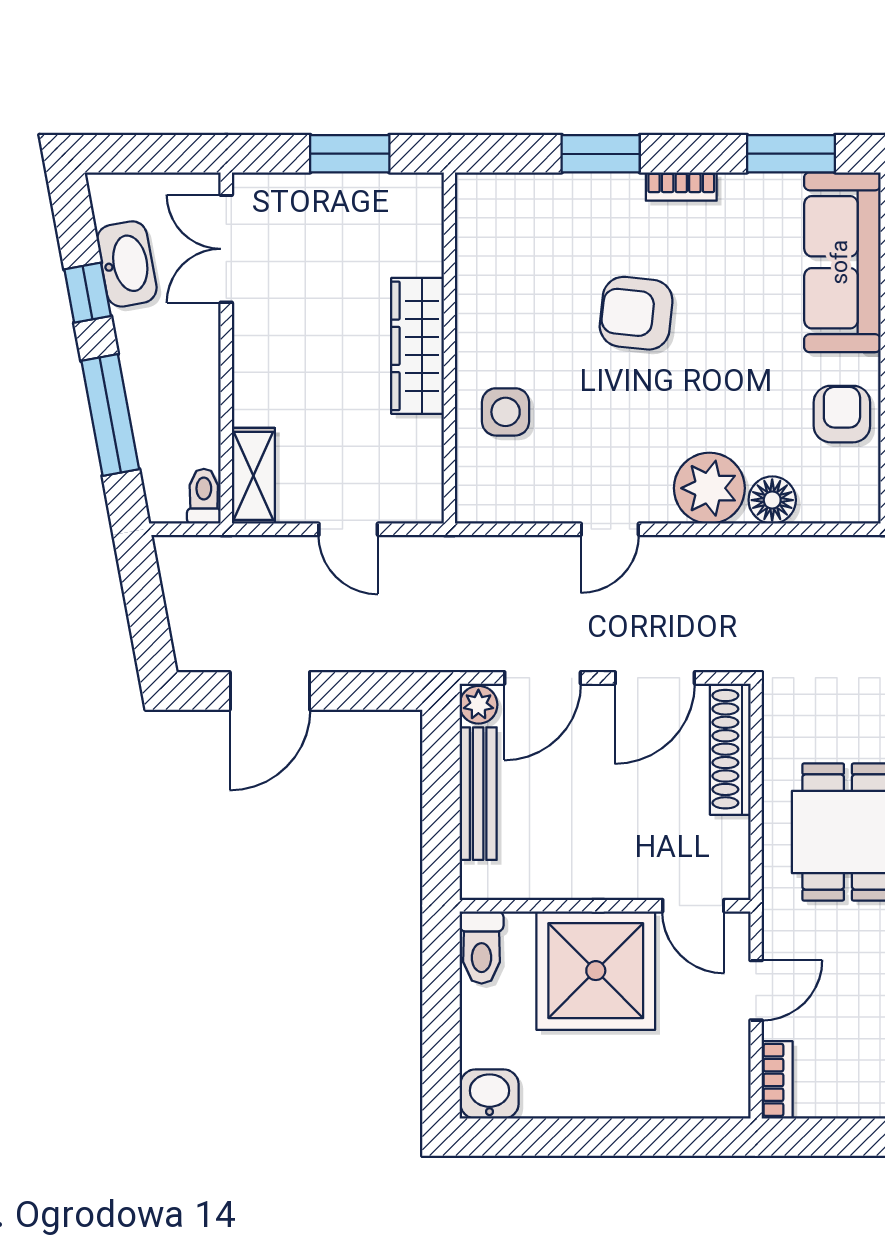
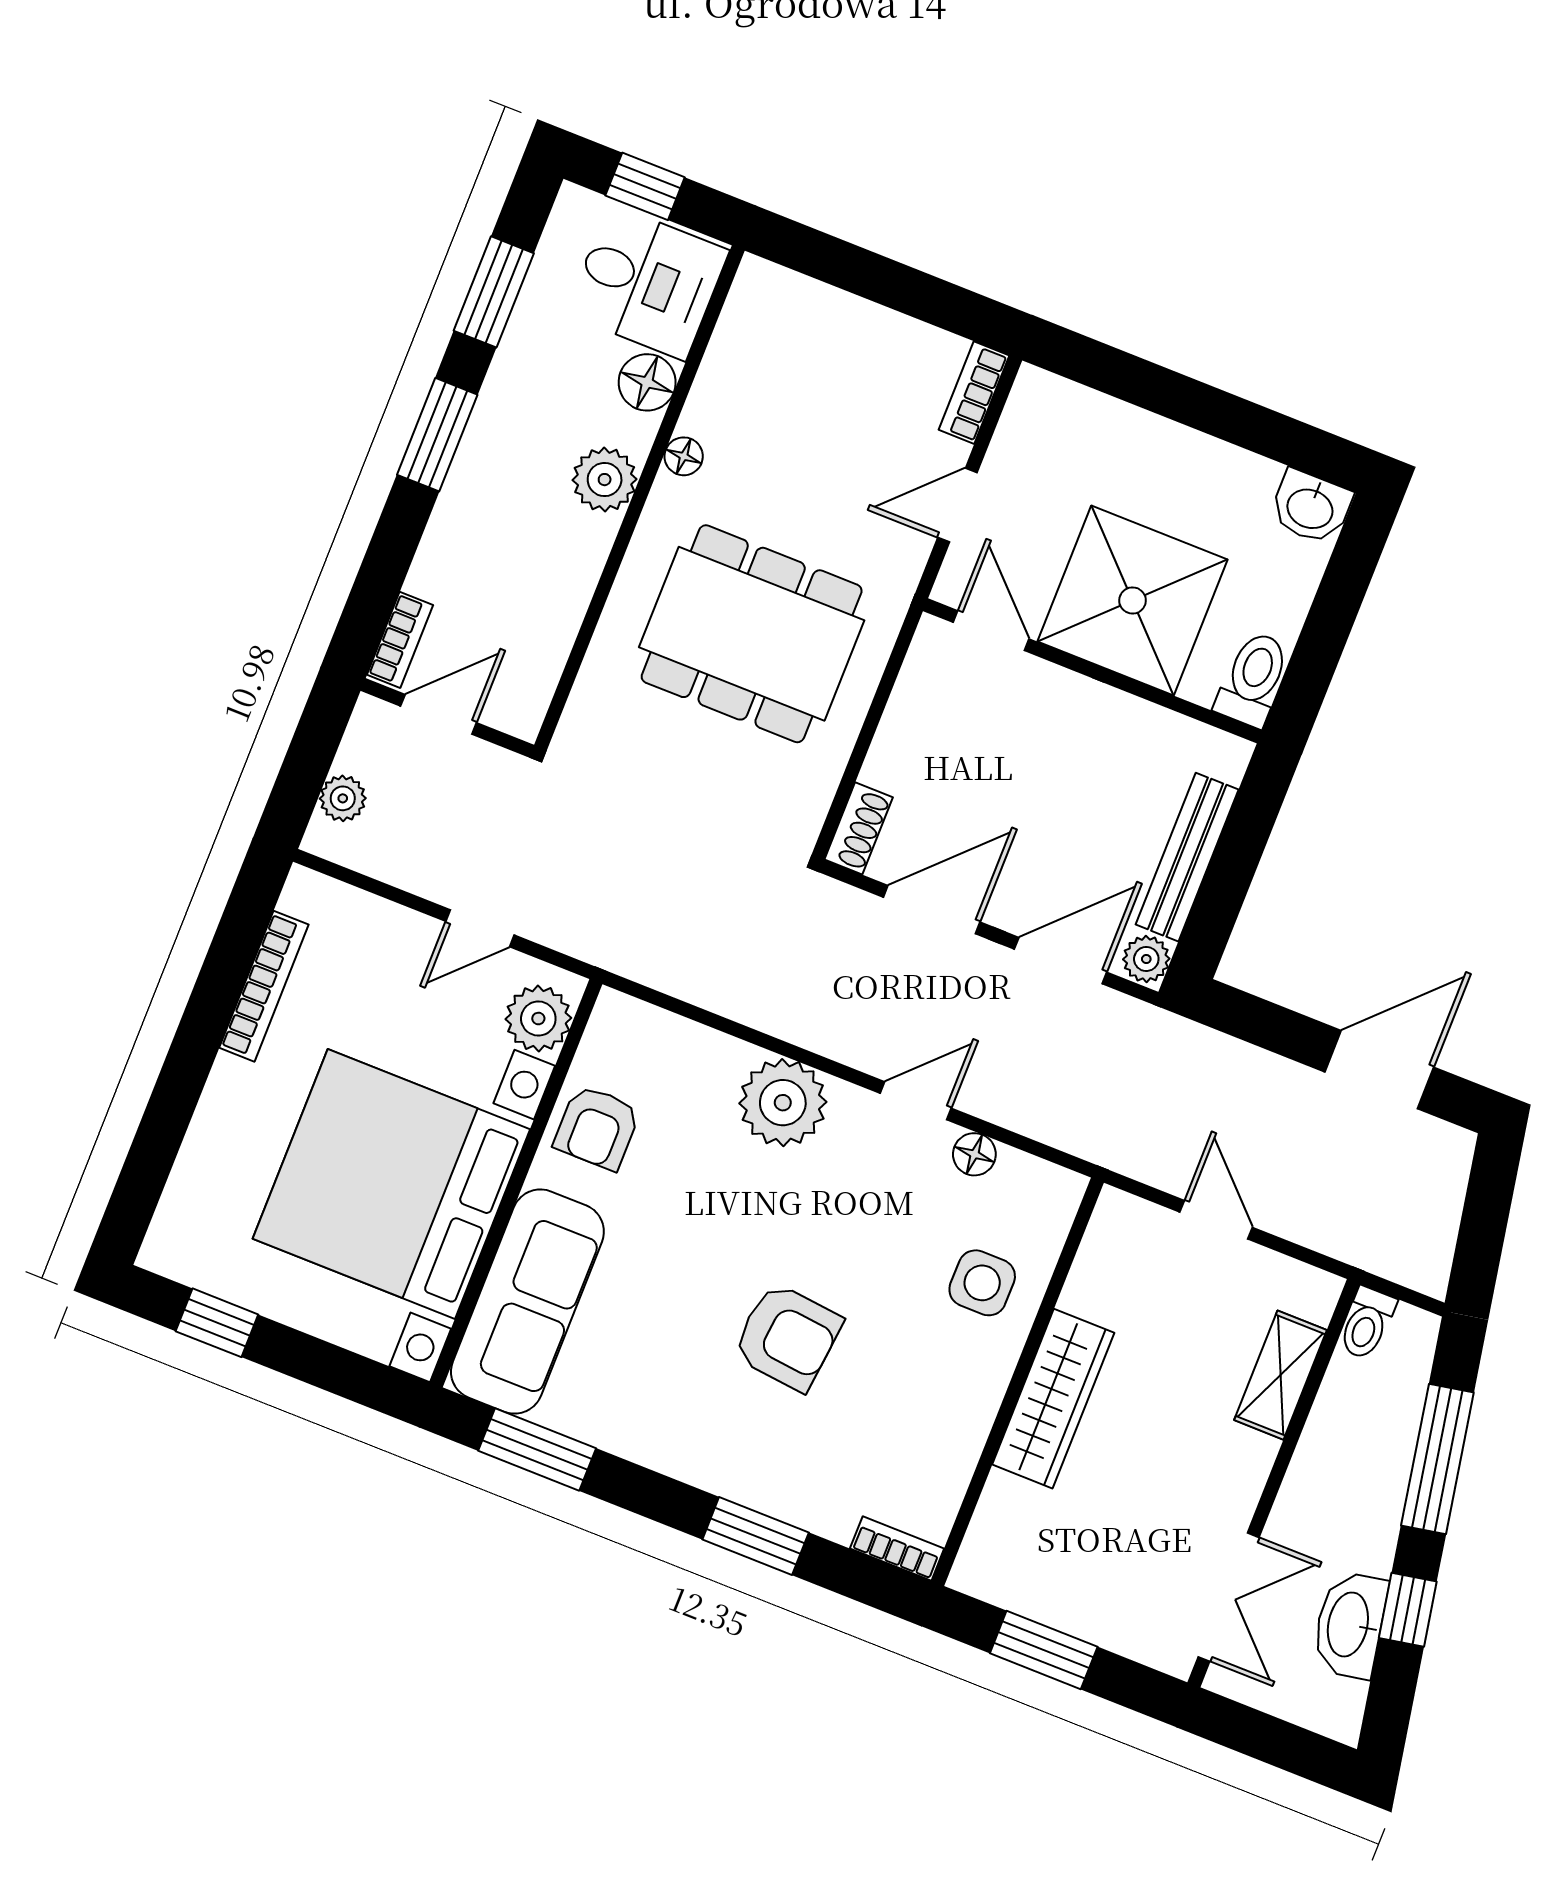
bookcase: (681, 186) -> (897, 1549), moved
shelving: (253, 476) -> (1280, 1375), moved
floor lamp: (772, 500) -> (974, 1154), moved, width x0.73, depth x0.73
shoe rack: (730, 749) -> (859, 828), width x0.51, depth x0.81

